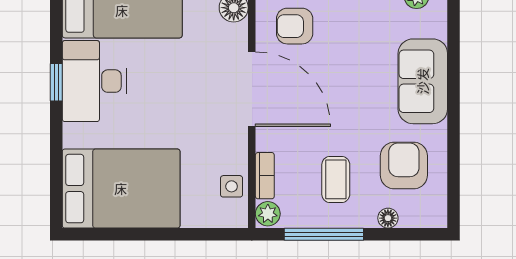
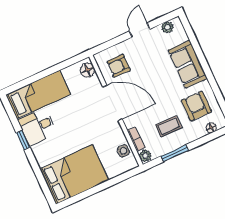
desk: (94, 81) -> (38, 127), width x0.73
coffee table: (336, 179) -> (169, 126), turned 90
floor lamp: (388, 218) -> (211, 128), moved
window: (324, 234) -> (175, 153), width x0.69

